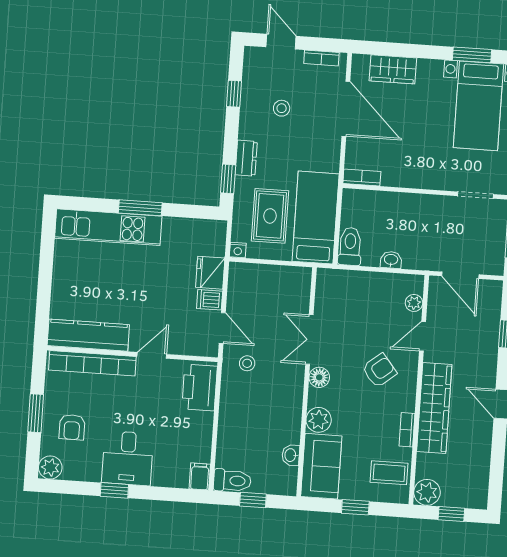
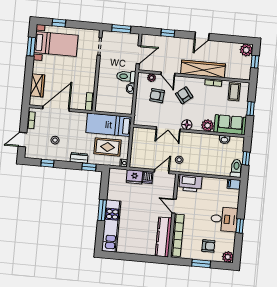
toilet: (350, 246) -> (126, 76), moved
armchair: (377, 315) -> (157, 96), added
plant: (427, 492) -> (246, 50), moved

